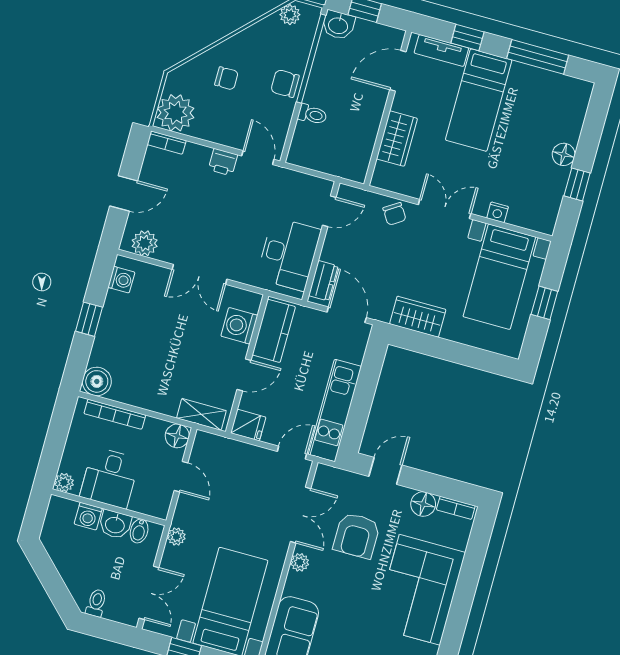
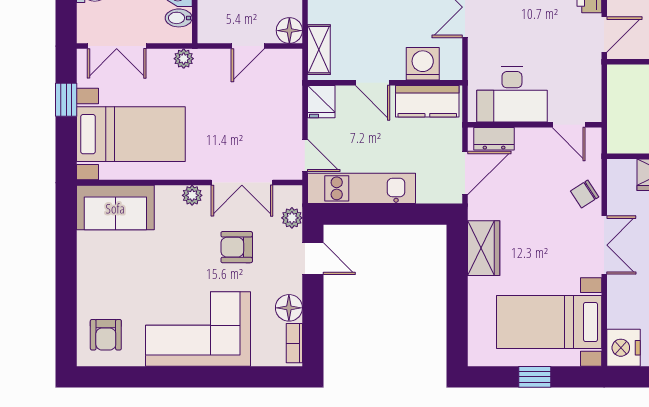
nightstand: (498, 212) -> (623, 348), moved, width x1.89, depth x1.79
plant: (344, 479) -> (292, 218), added
armchair: (357, 536) -> (237, 247), width x0.72, depth x0.72

